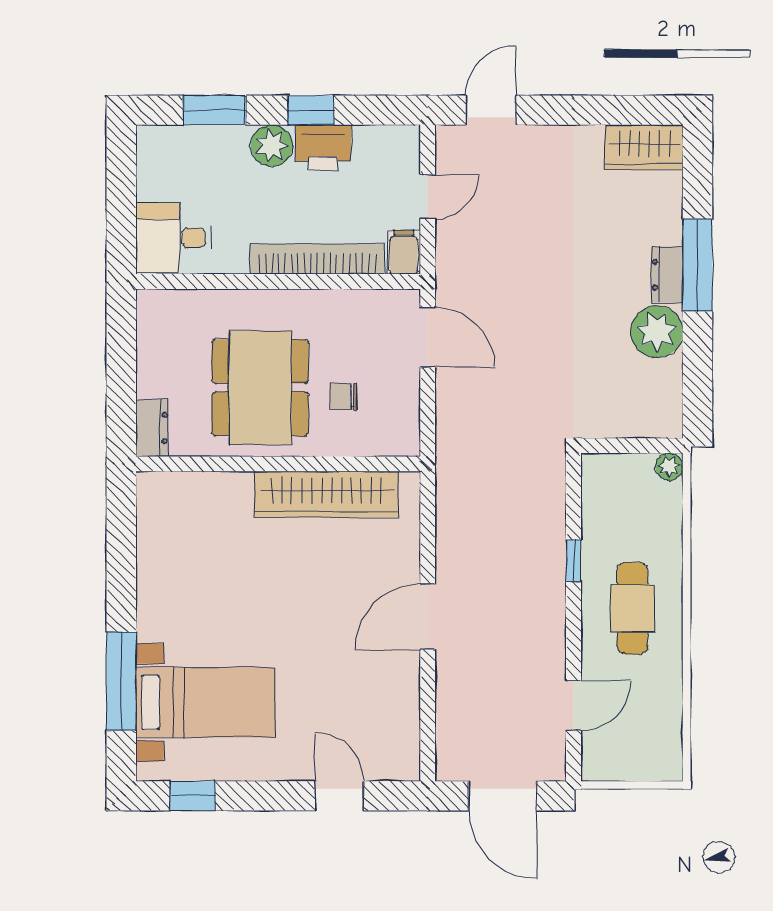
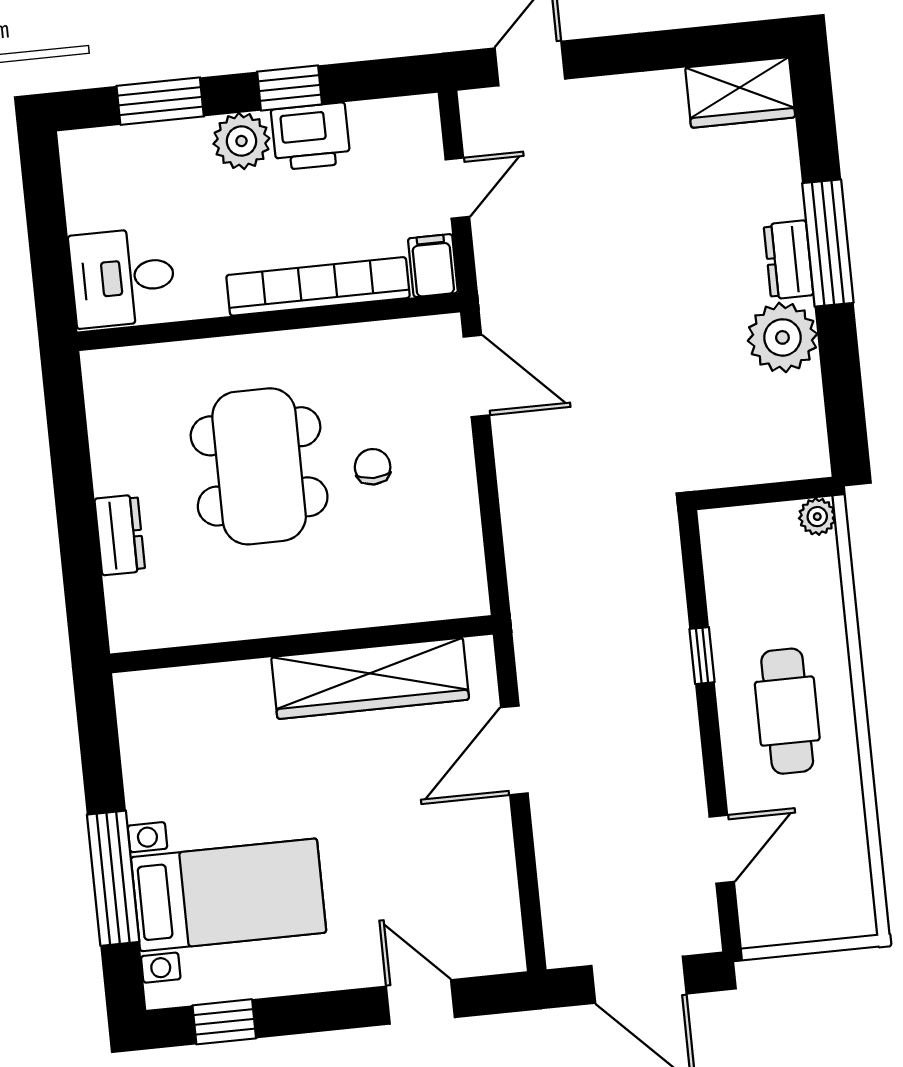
chair: (344, 396) -> (373, 467), turned 90
wall: (278, 464) -> (301, 644), moved
wardrobe: (326, 494) -> (370, 678), moved

